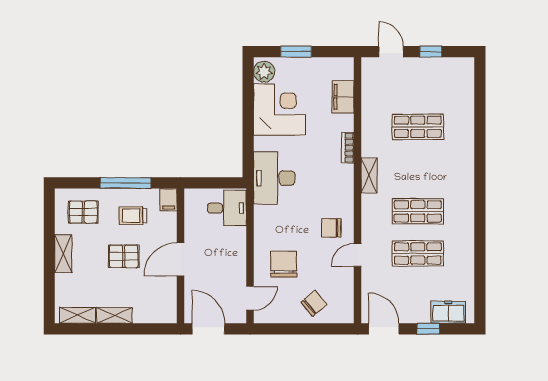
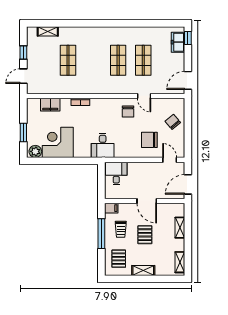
shelving: (369, 176) -> (48, 31), moved
desk: (274, 178) -> (103, 145), width x0.73
shelving: (114, 315) -> (180, 228), moved
window: (428, 329) -> (188, 38), moved

